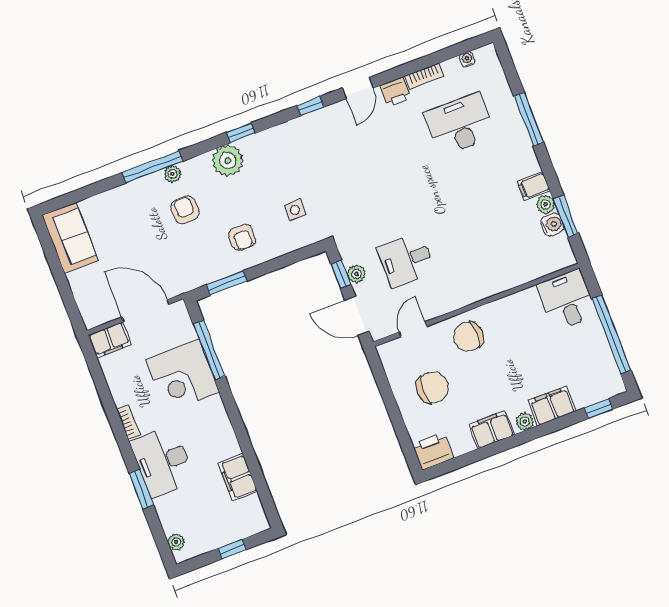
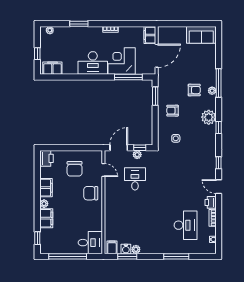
filing cabinet: (534, 186) -> (112, 247), moved
chair: (468, 337) -> (91, 193), turned -90
desk: (163, 462) -> (93, 63), moved, turned 180
filing cabinet: (238, 477) -> (52, 68), moved

